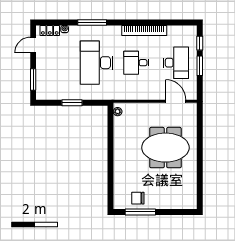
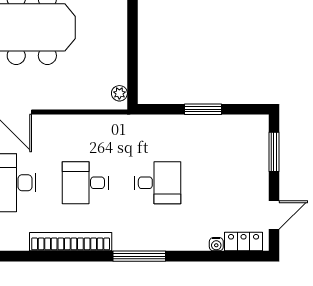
window: (92, 23) -> (139, 256), moved
desk: (97, 63) -> (158, 183), width x0.53, depth x0.77
desk: (136, 63) -> (85, 183), turned 180

